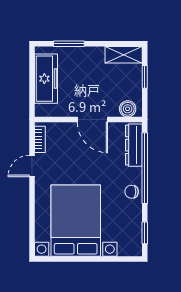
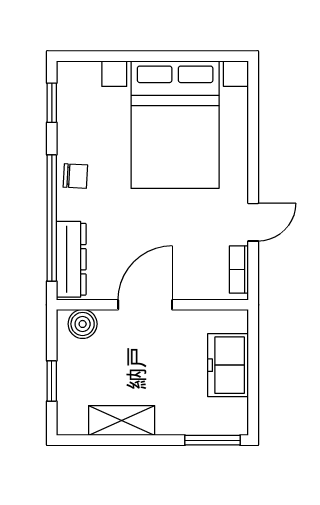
window: (69, 44) -> (212, 440), moved
shelving: (124, 55) -> (122, 420), moved
freezer: (46, 79) -> (228, 365), width x0.71
door: (92, 120) -> (145, 305), hinge flipped

